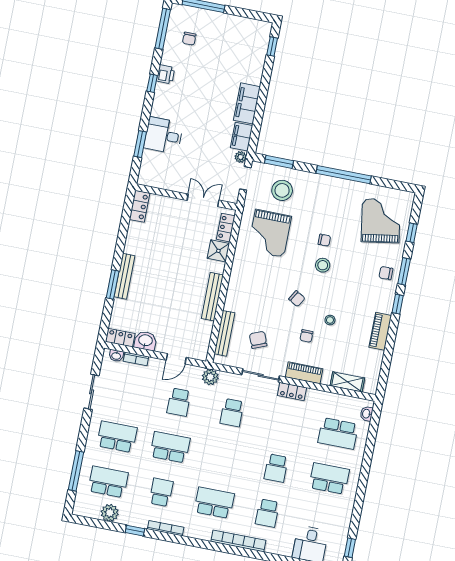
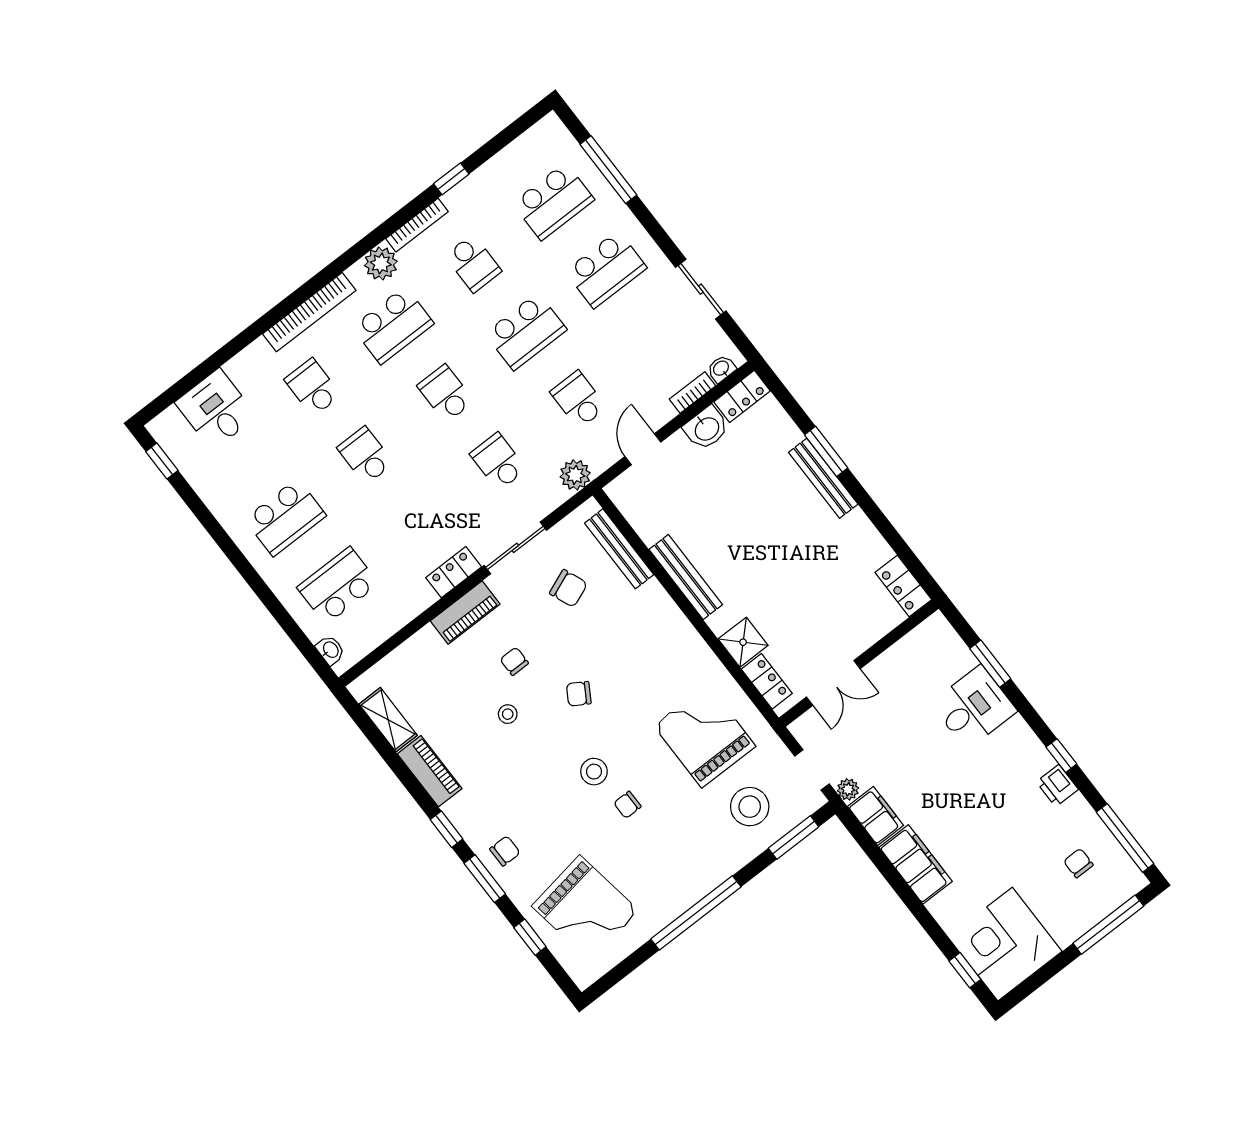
corner desk: (247, 40) -> (1005, 944), added
shelving: (347, 382) -> (388, 720), moved, turned 90
school desk: (223, 458) -> (446, 393), added
plant: (110, 513) -> (381, 263), moved

